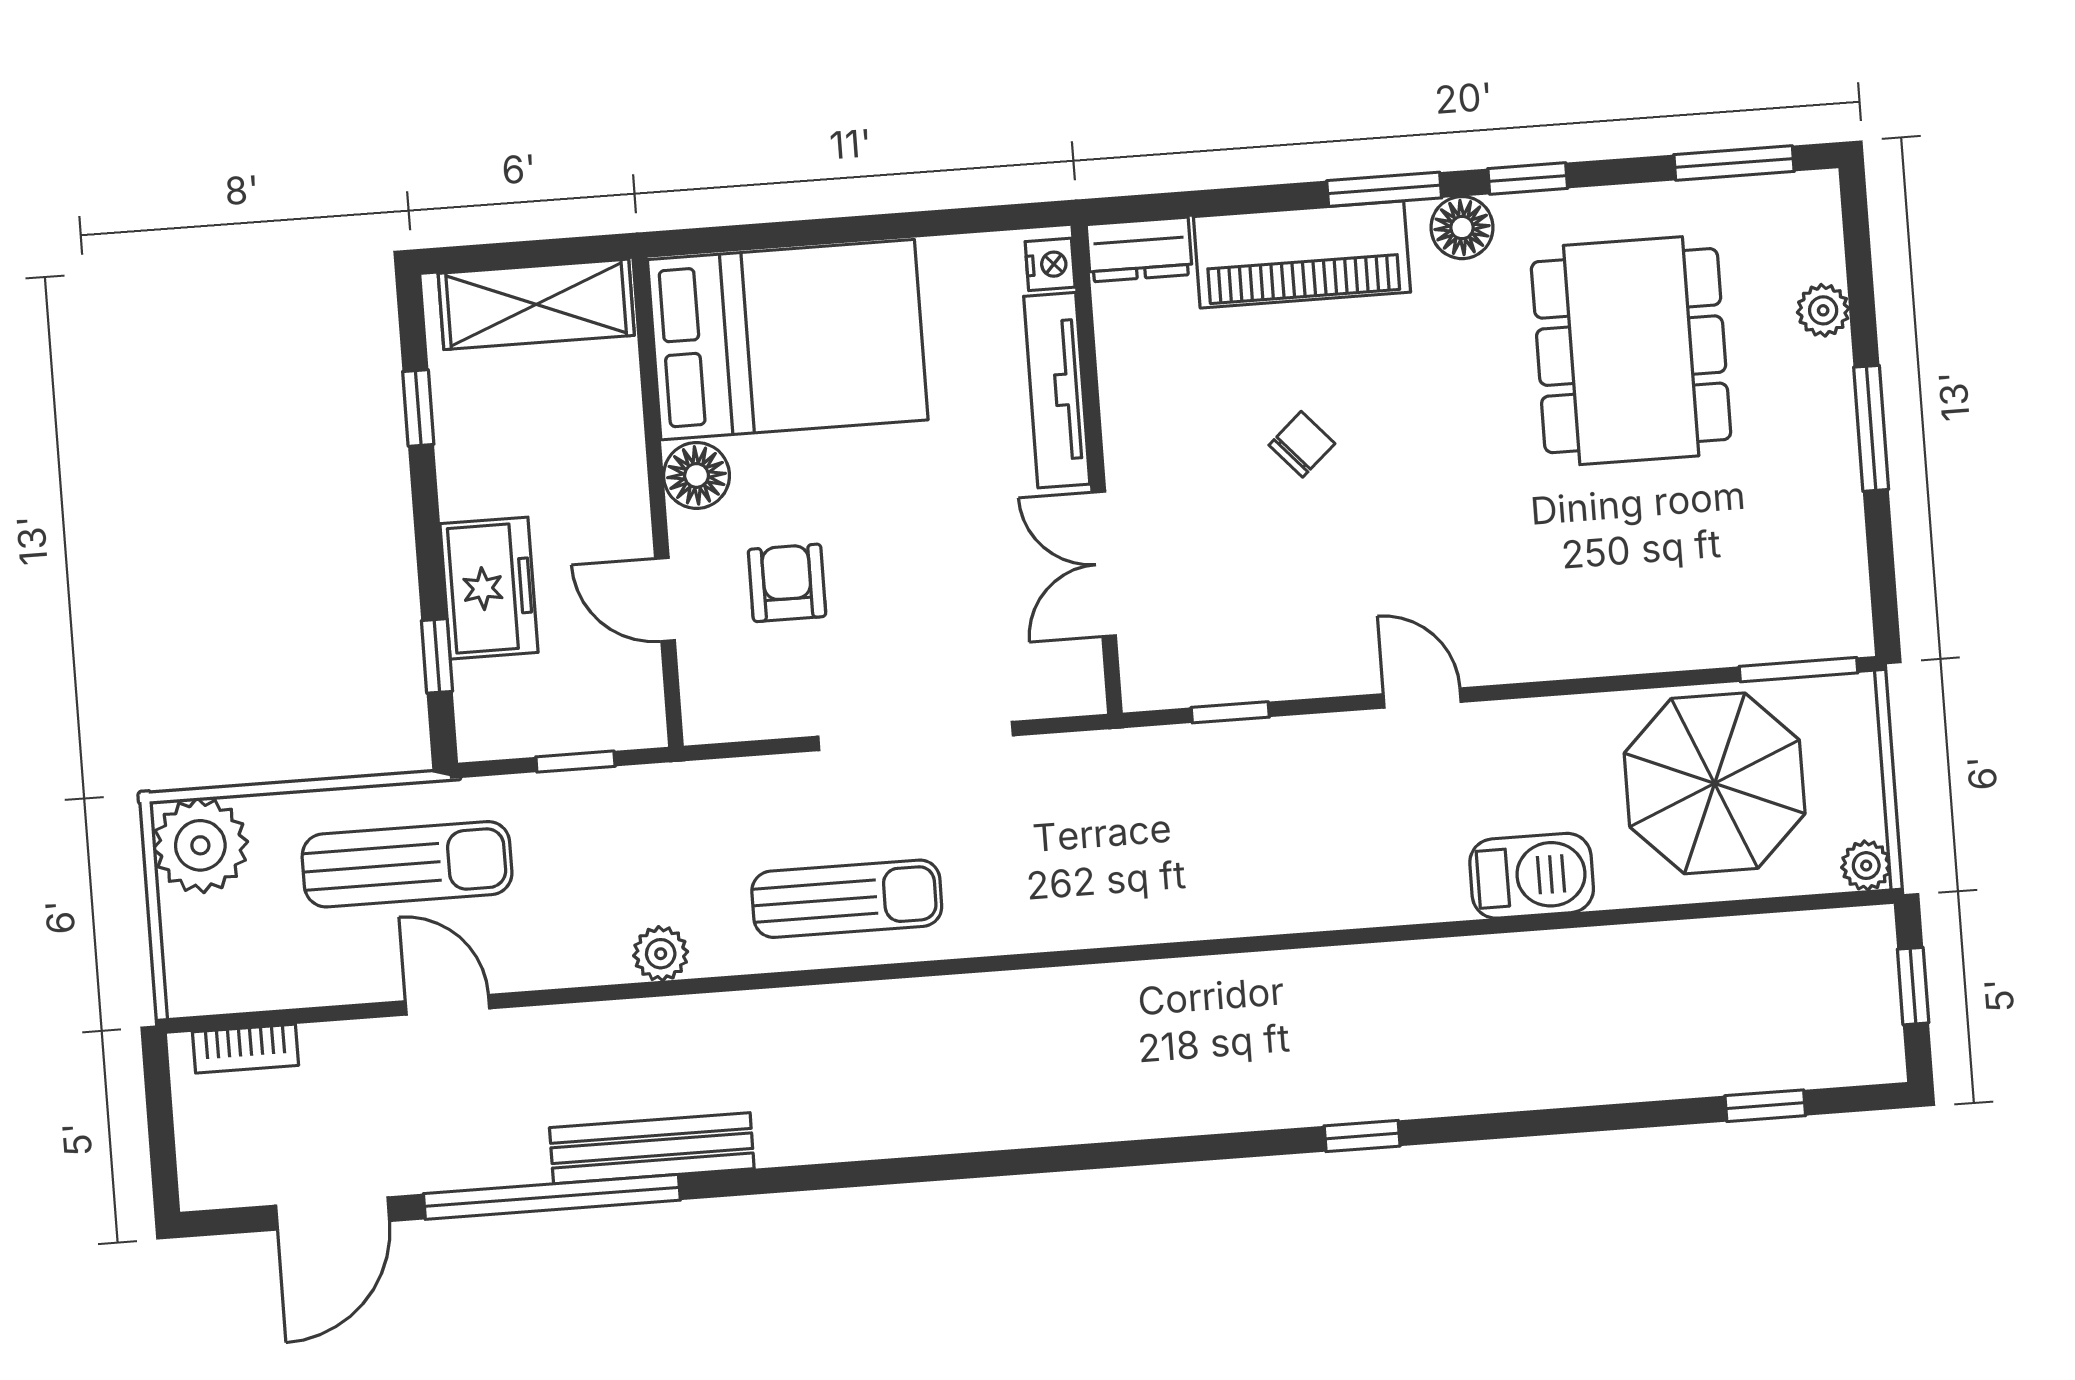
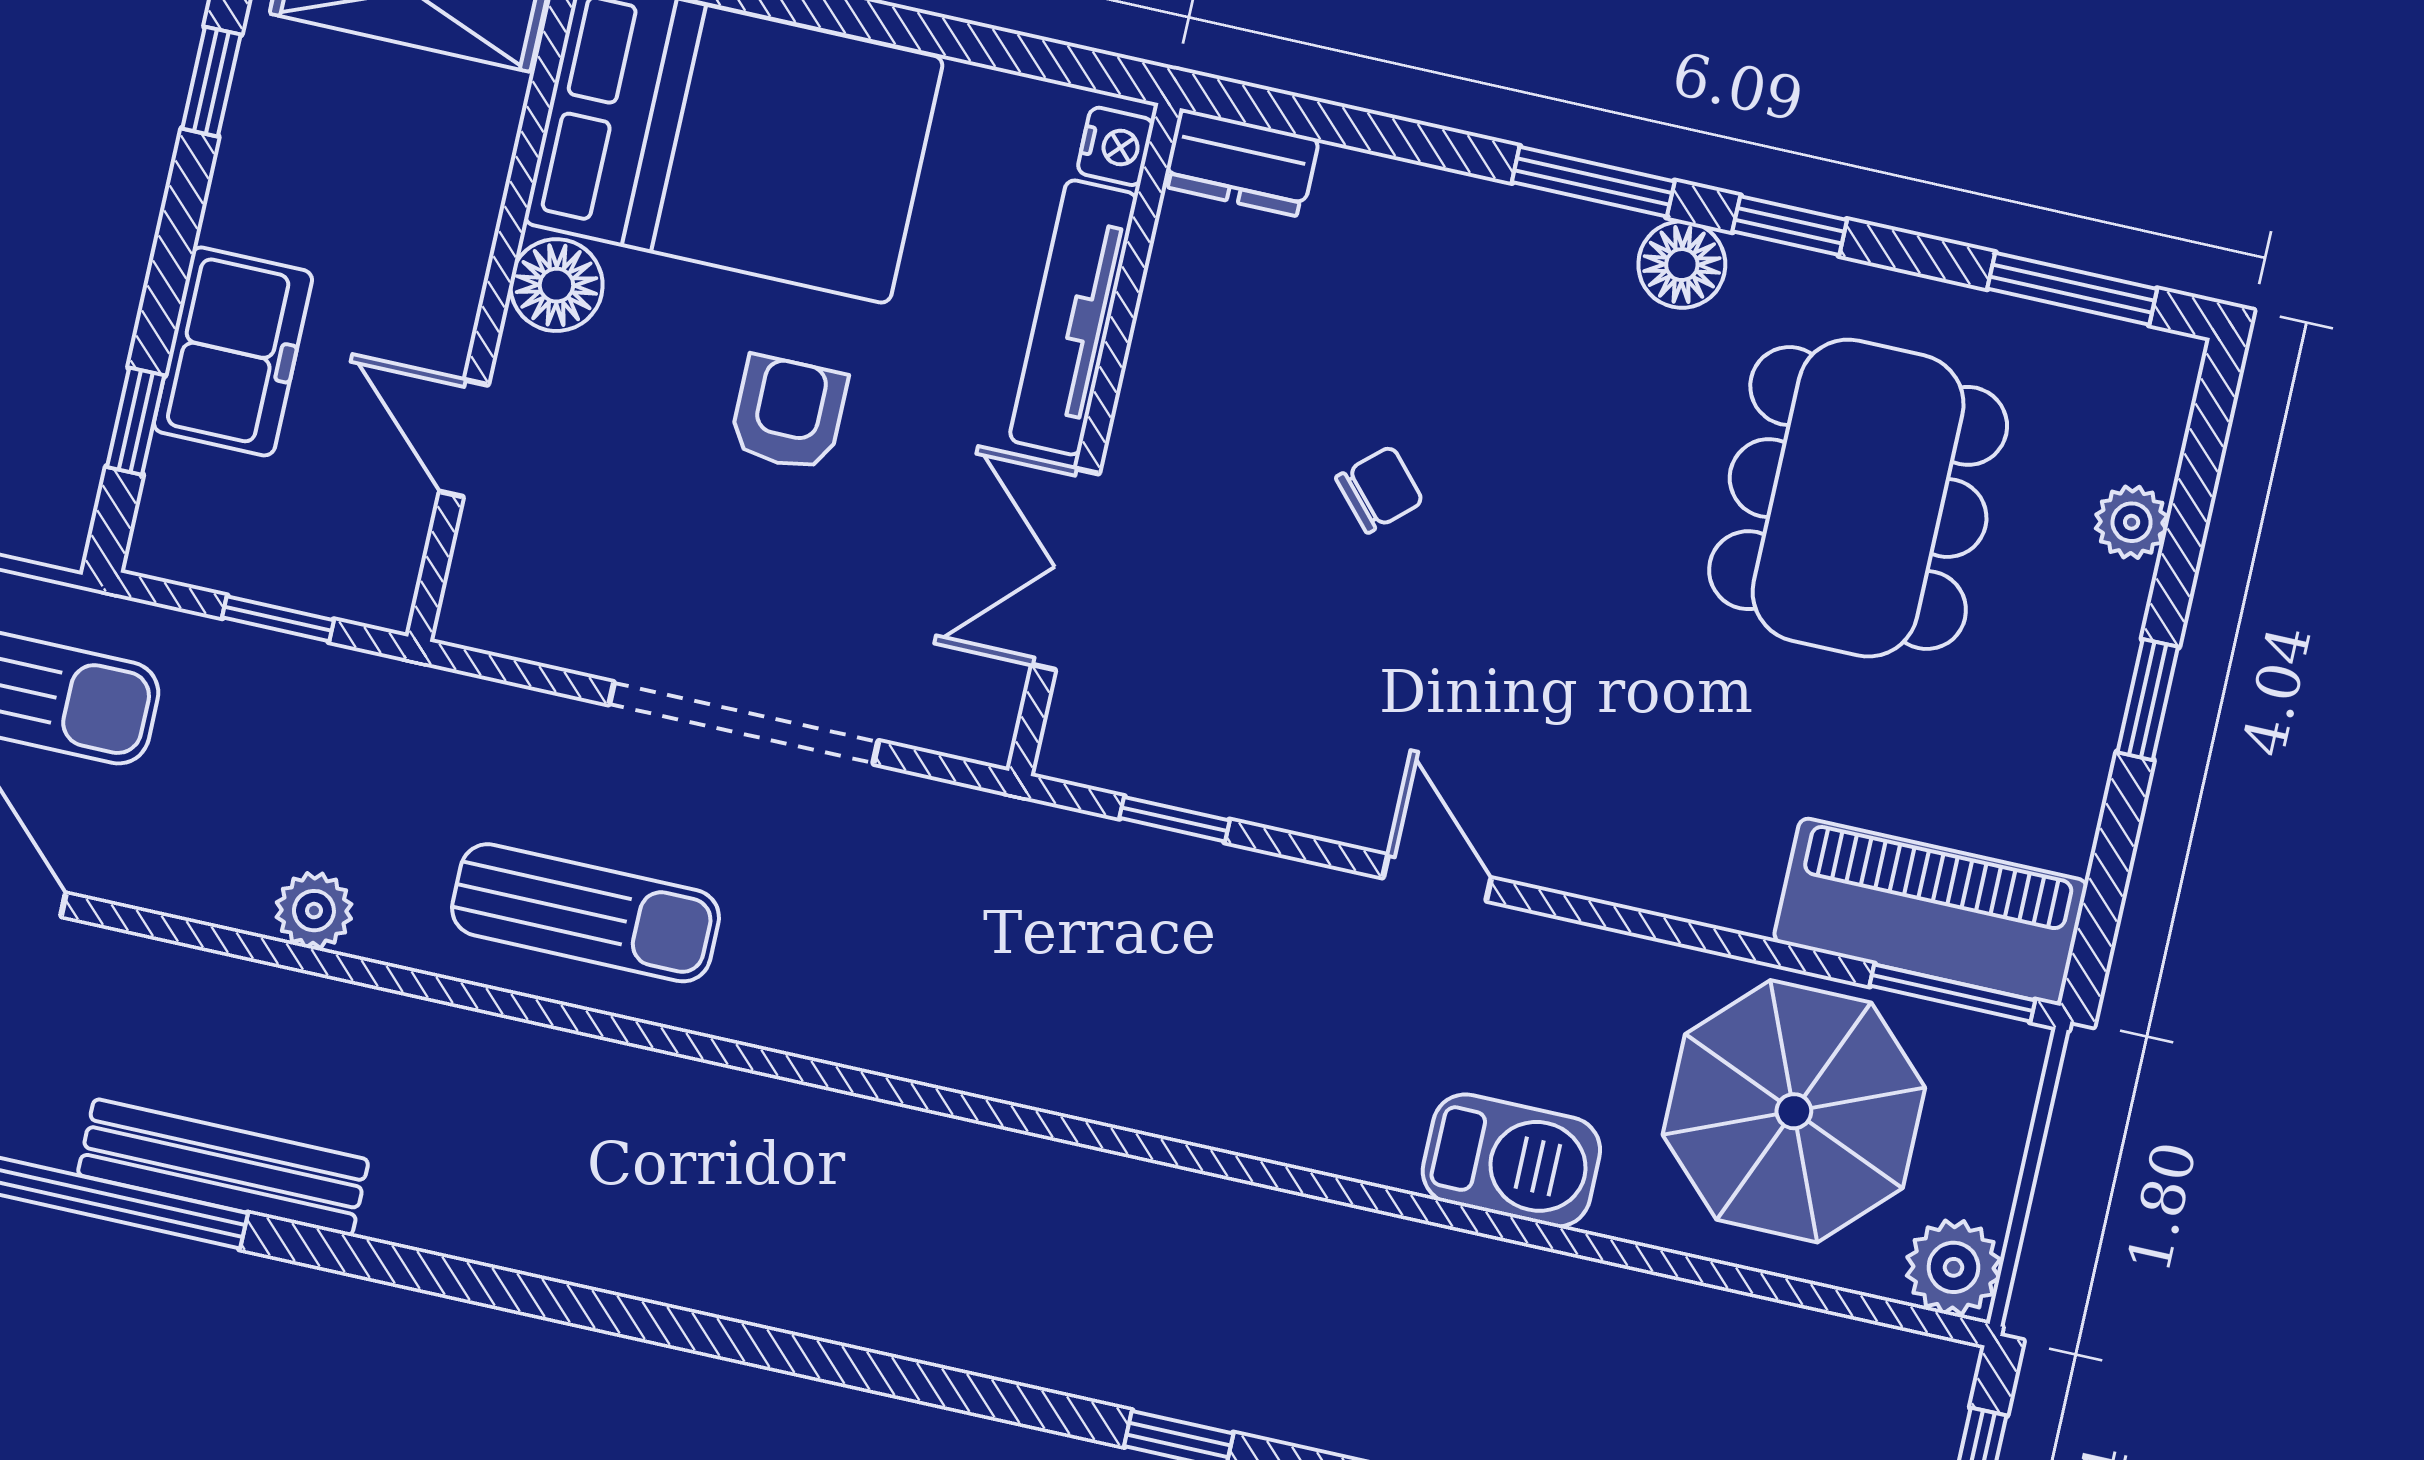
piano: (1302, 254) -> (1931, 911), moved, turned 180
window: (1871, 428) -> (2148, 700), width x0.67
armchair: (787, 583) -> (788, 413), moved
plant: (1866, 866) -> (1954, 1267), width x1.38, depth x1.38

